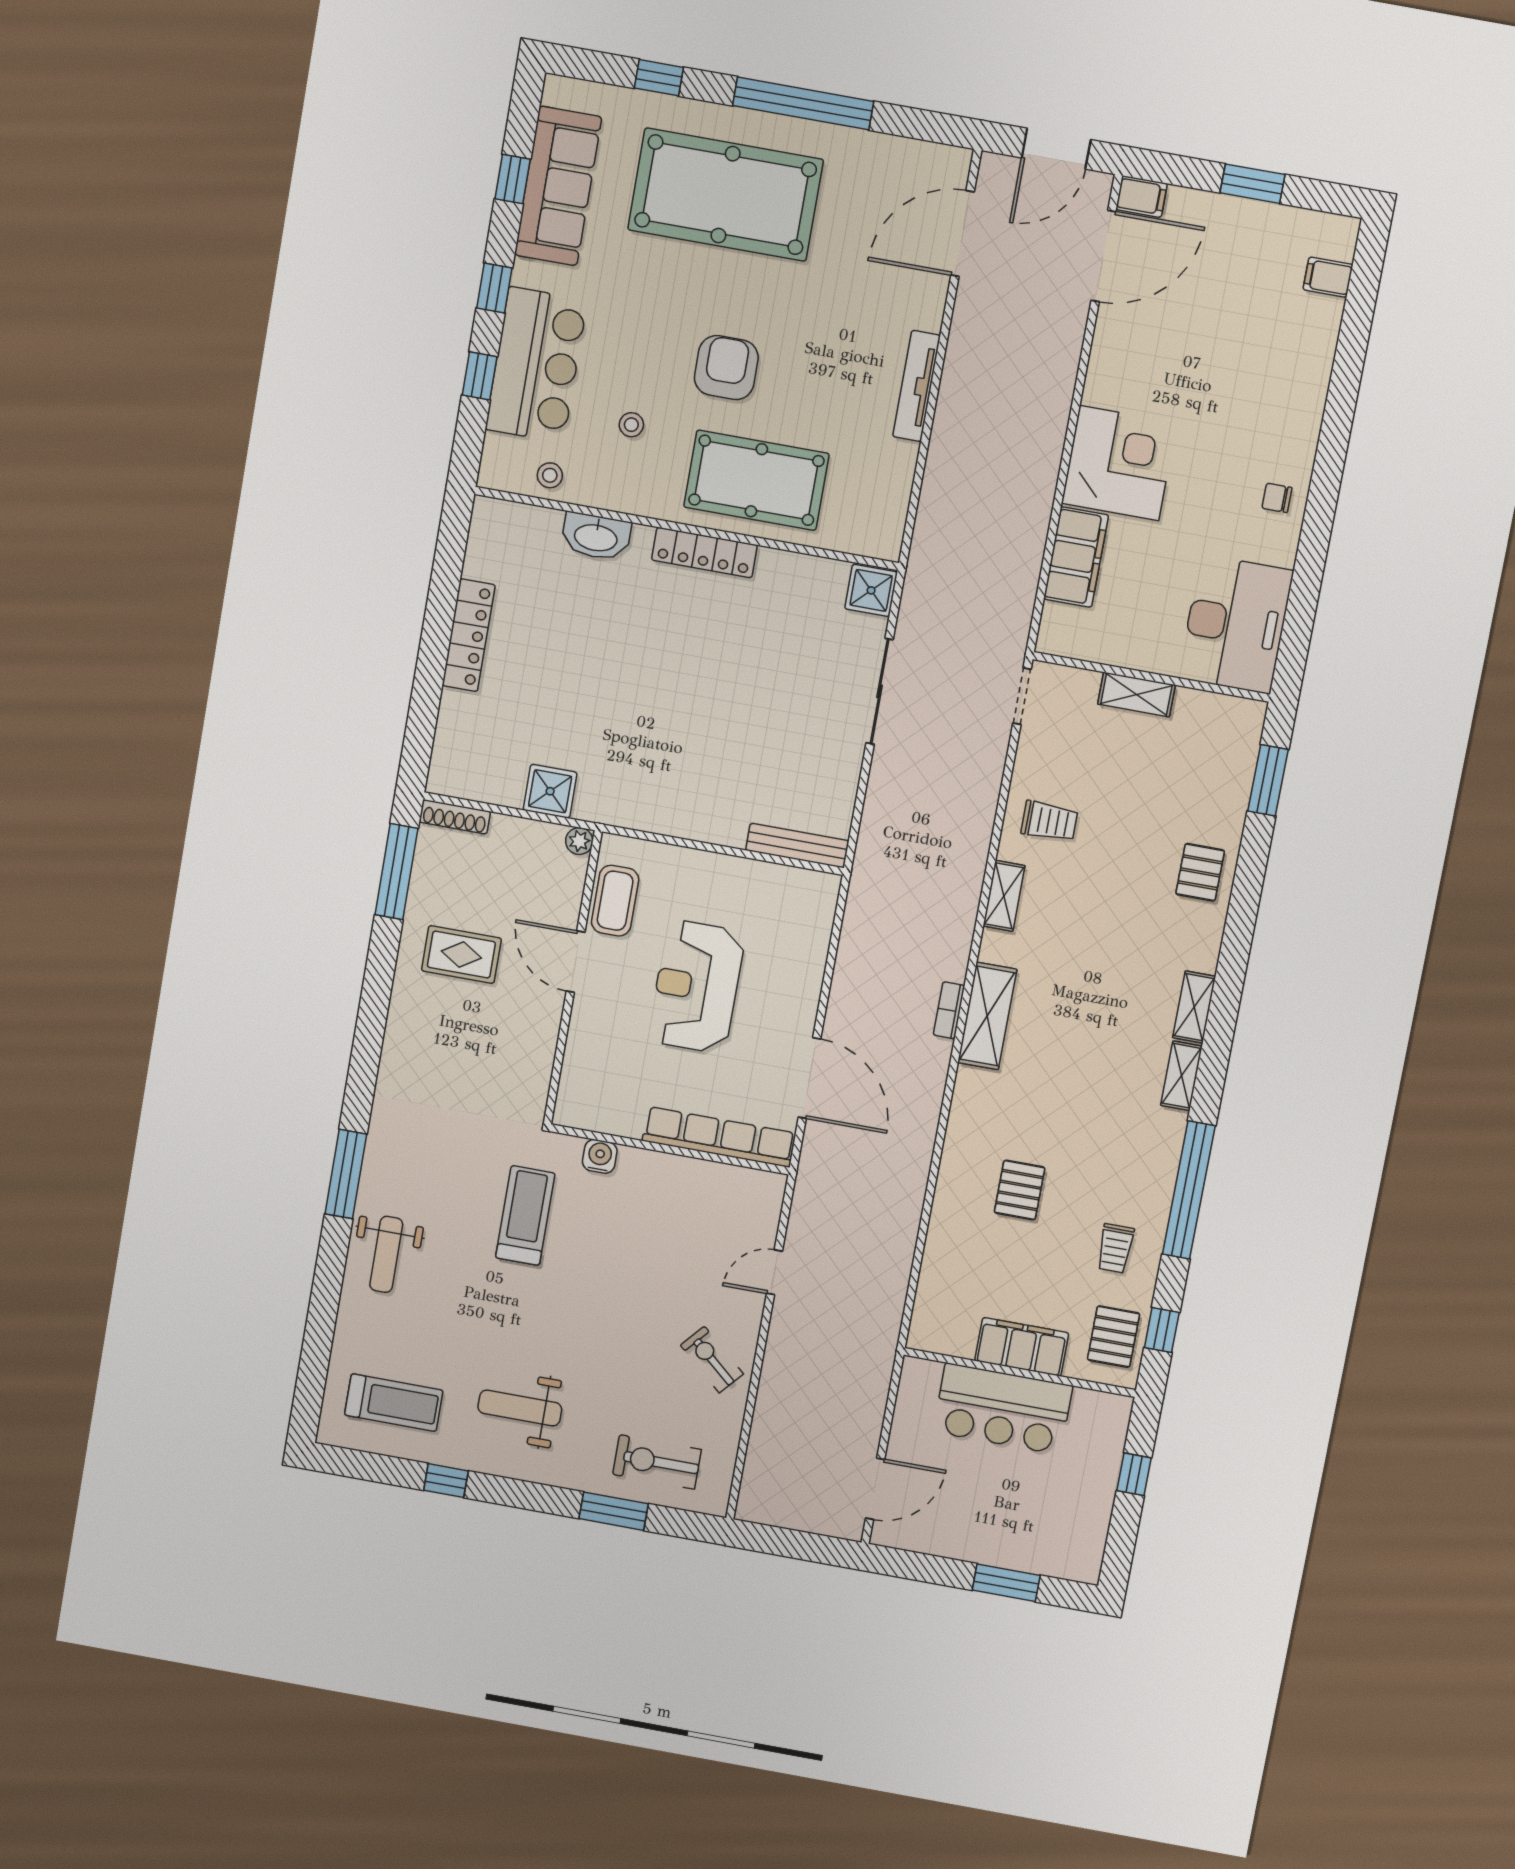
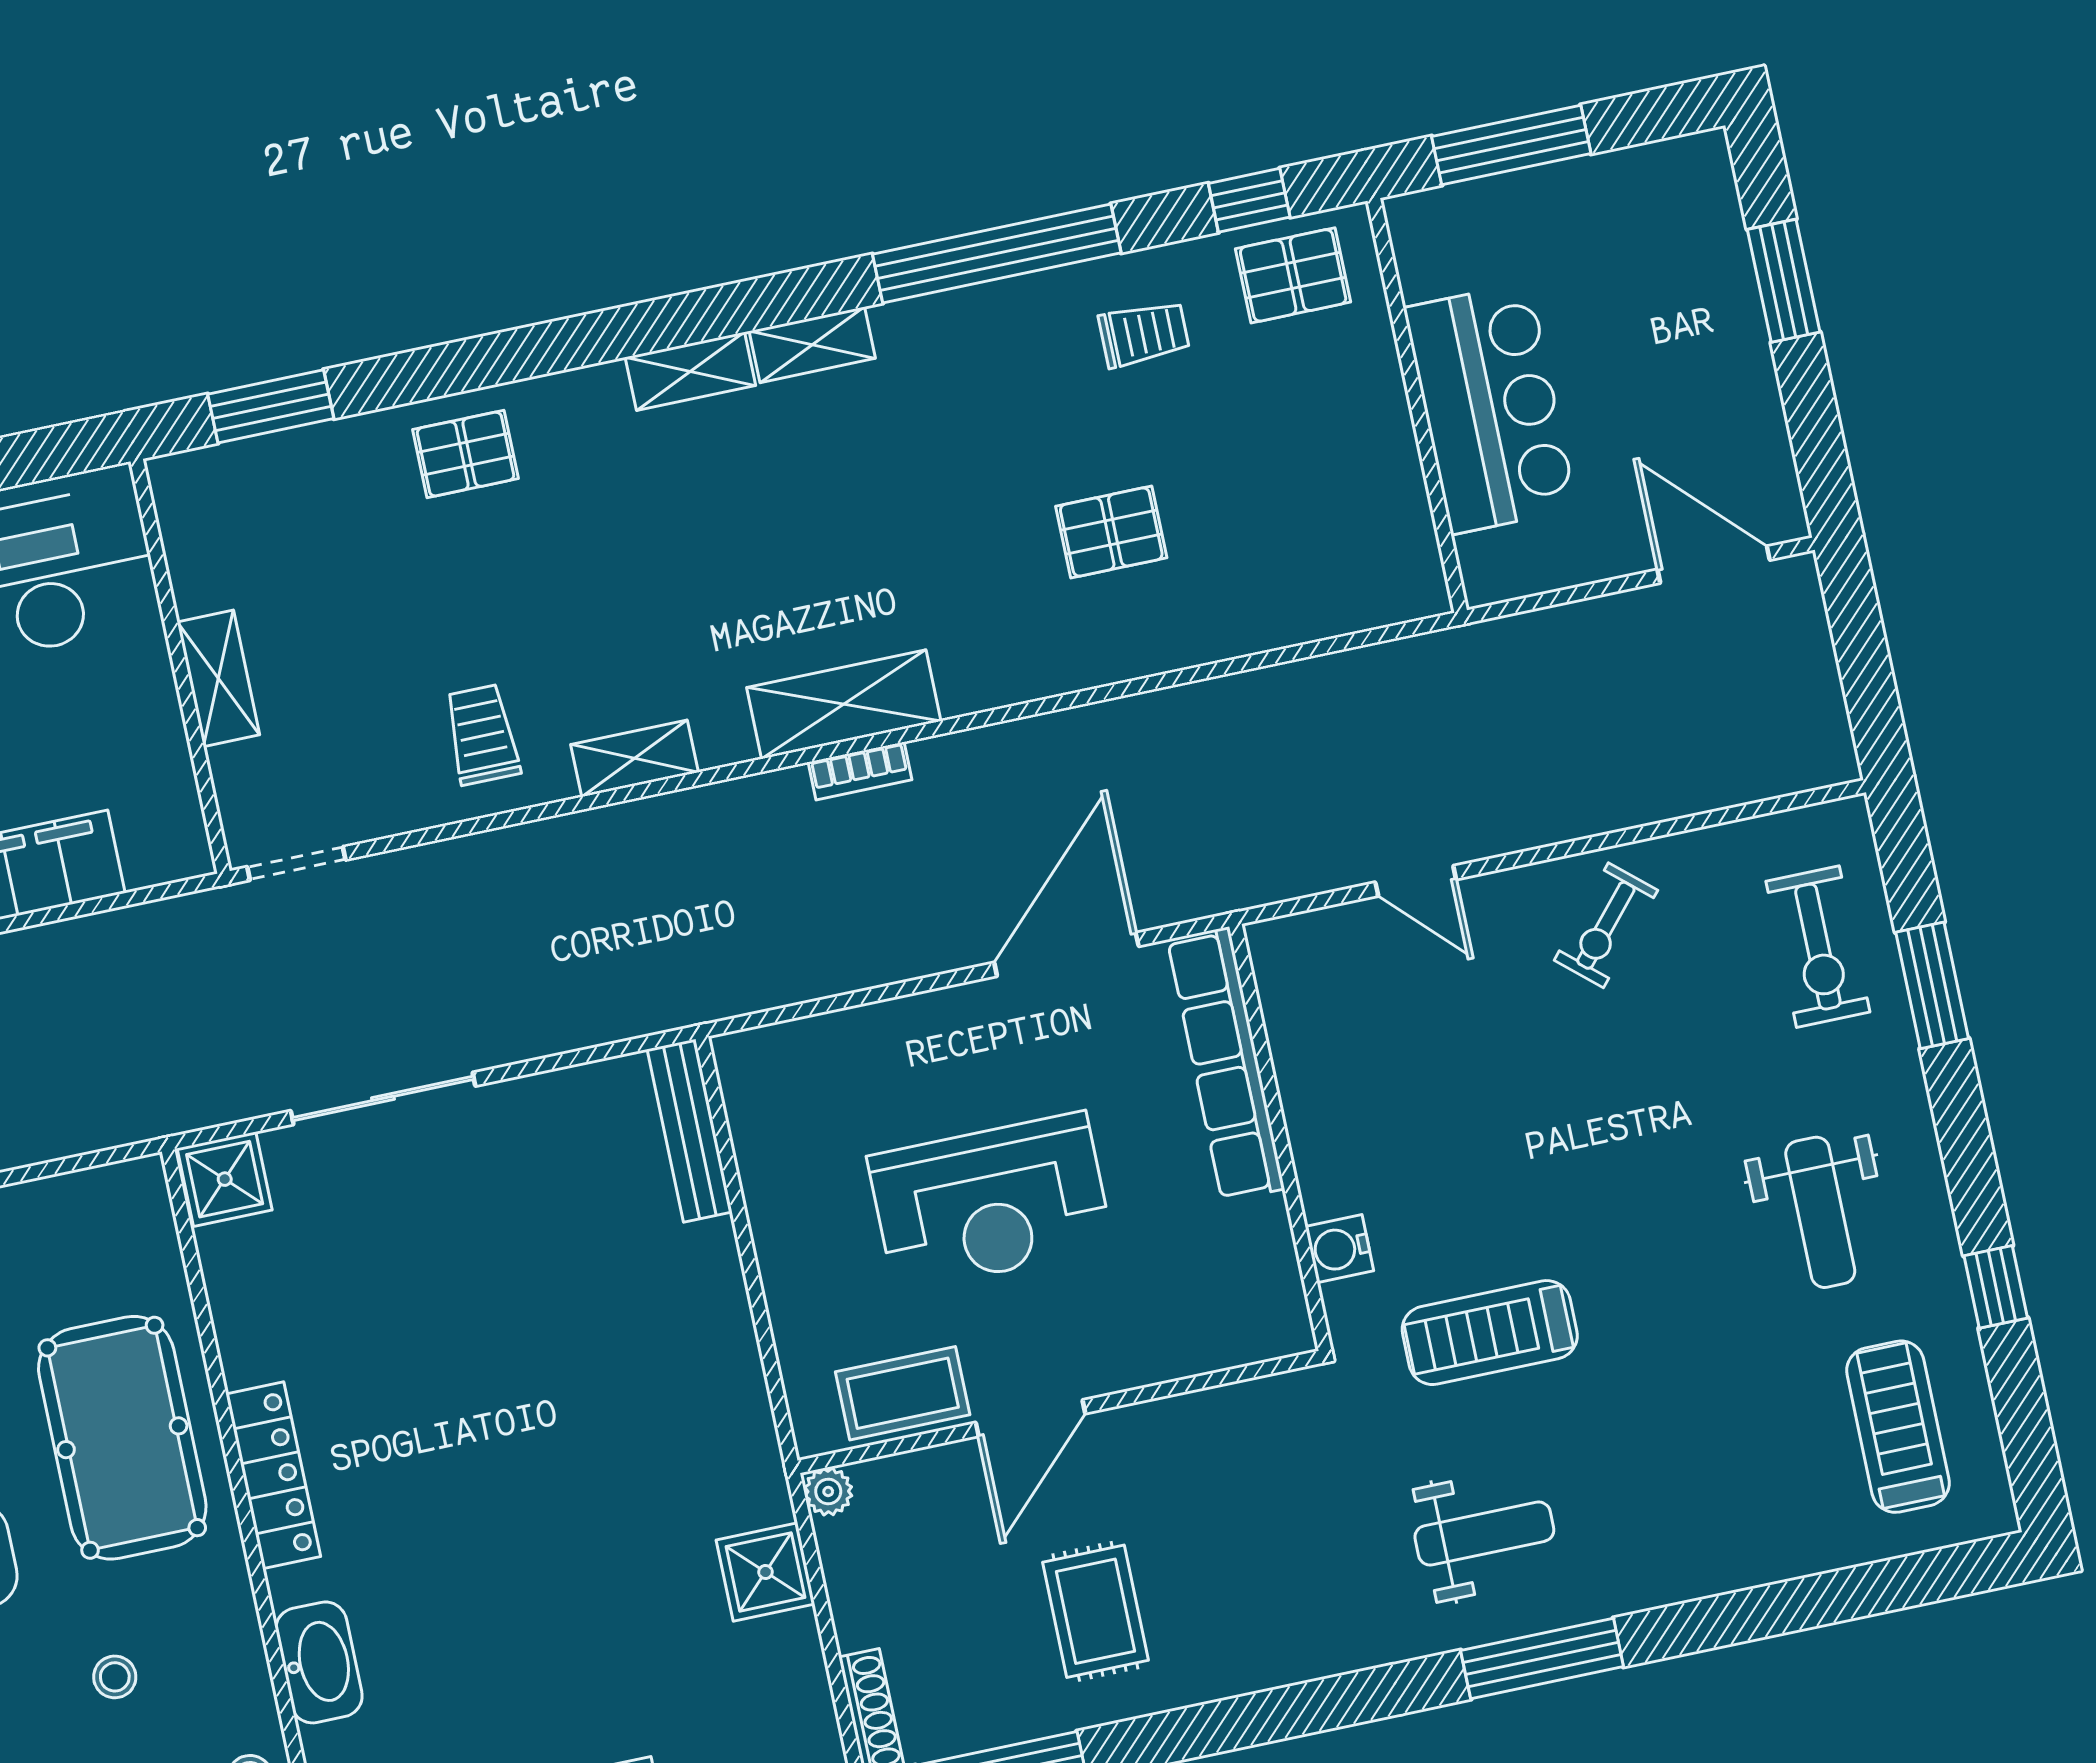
weight bench: (386, 1254) -> (1484, 1534), moved
filing cabinet: (1022, 1347) -> (1373, 420), removed
window: (1134, 1474) -> (1511, 145), width x2.17

